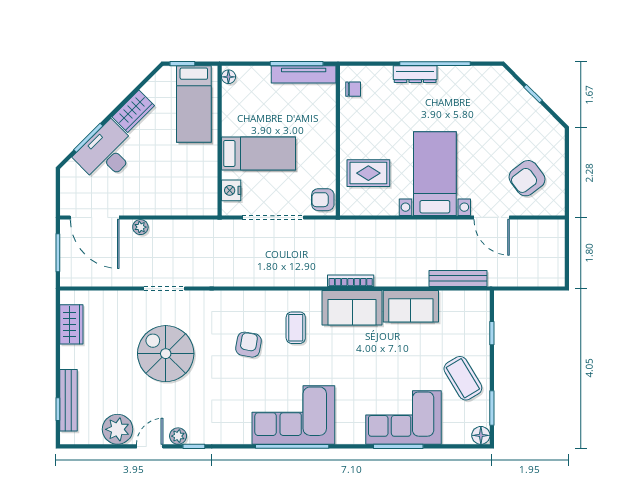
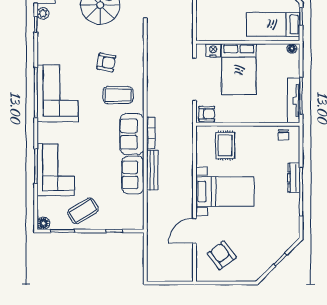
bed: (258, 153) -> (239, 69), width x1.50
armchair: (323, 200) -> (207, 114), turned 90
bench: (458, 278) -> (152, 170), moved
coffee table: (296, 328) -> (118, 95), width x1.36, depth x1.30

